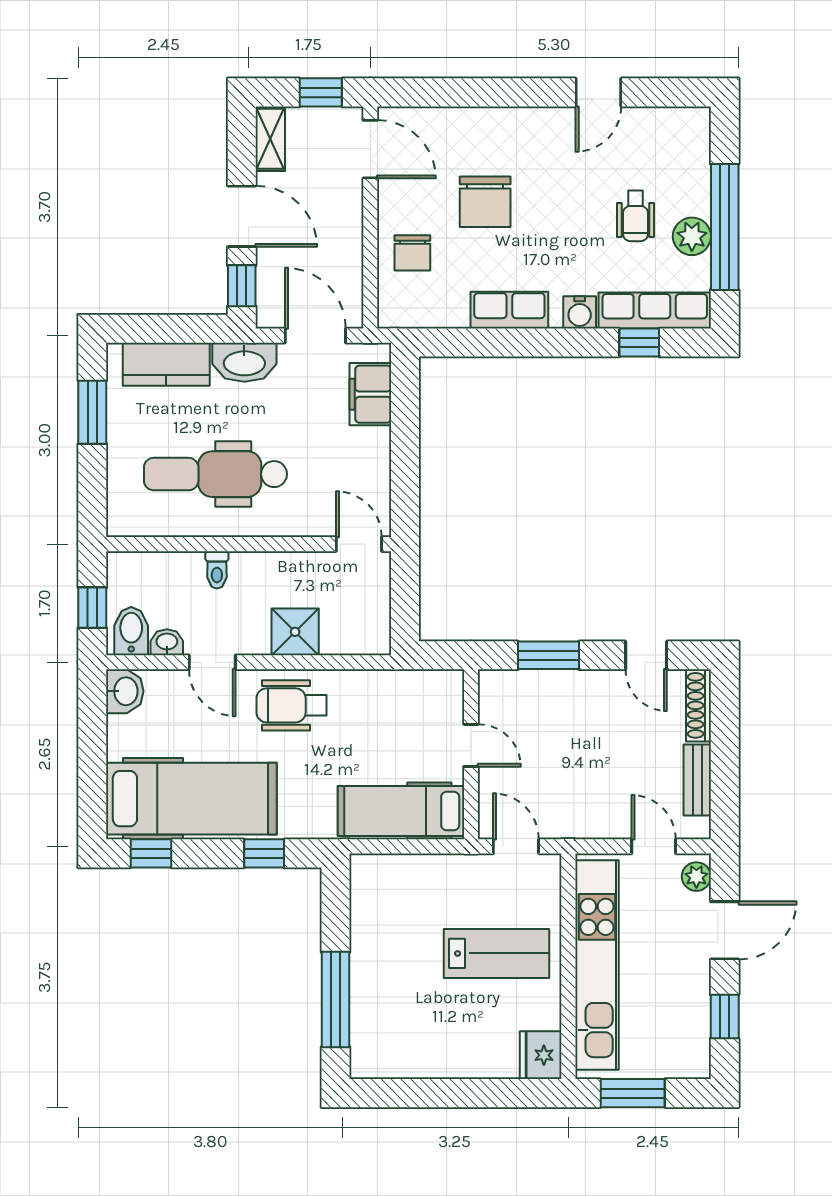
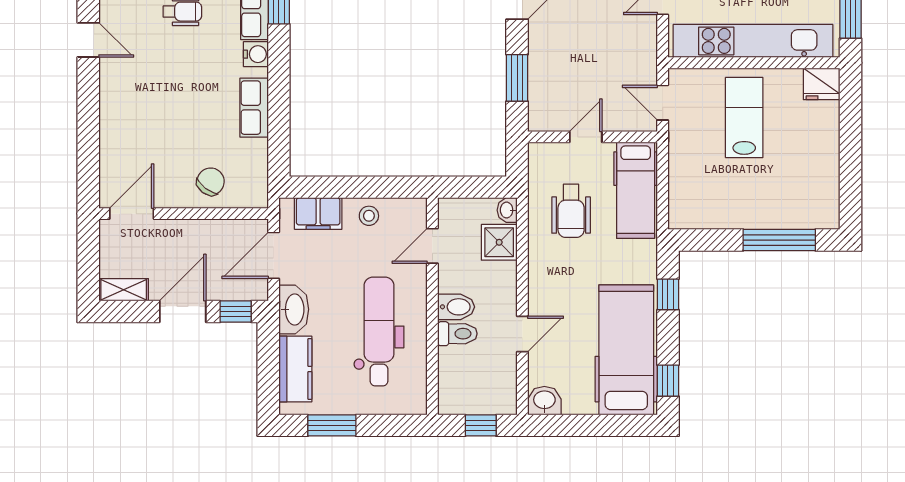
window: (321, 92) -> (88, 251), removed
chair: (485, 202) -> (172, 126), removed
chair: (412, 253) -> (211, 182), turned -53
stool: (367, 461) -> (369, 216), added
dental chair: (215, 474) -> (379, 332), turned 180
door: (359, 544) -> (432, 246), moved
toilet: (217, 570) -> (457, 334), width x1.37, depth x1.39
bidet: (131, 631) -> (456, 307), moved, turned 180
shower: (295, 632) -> (499, 242), moved
washbasin: (167, 642) -> (507, 210), moved
wheelchair: (292, 705) -> (571, 211), moved
door: (516, 846) -> (663, 103), hinge flipped

